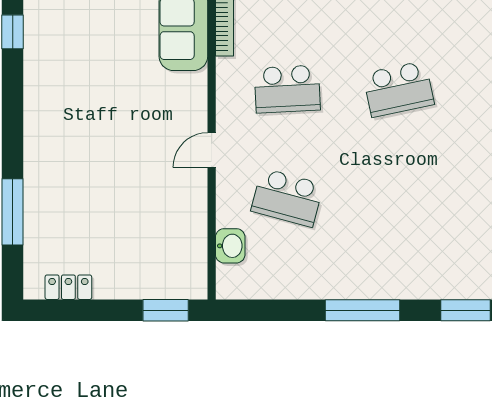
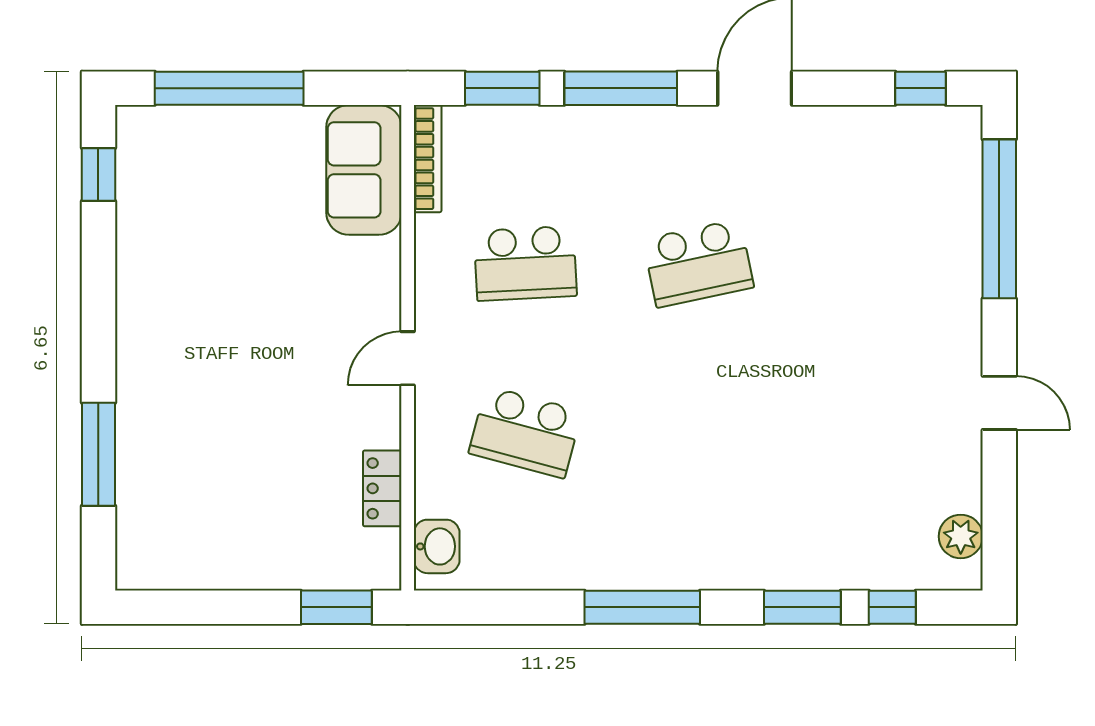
washbasin: (230, 246) -> (437, 546), moved
locker: (68, 287) -> (382, 488), moved, turned -90

